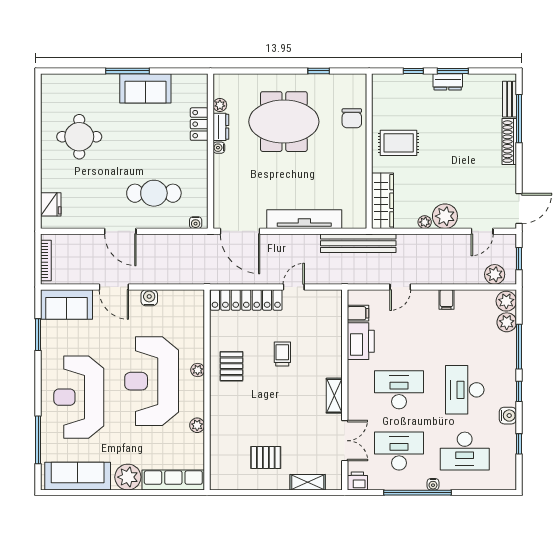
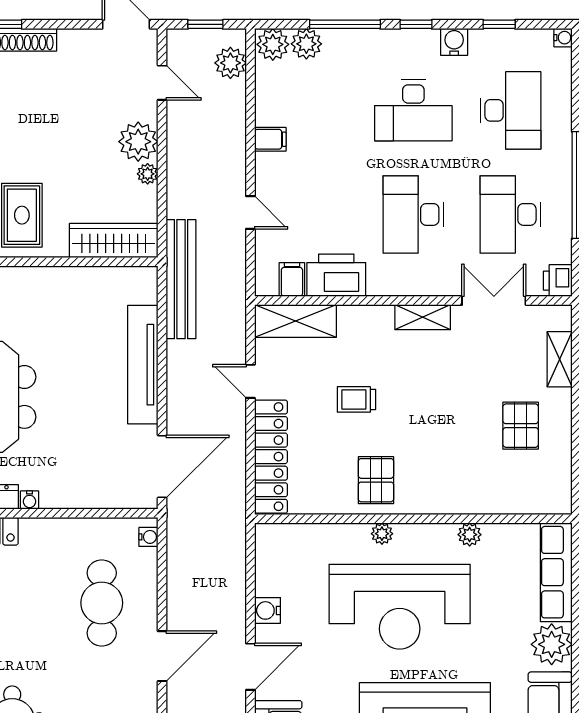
shelving: (332, 315) -> (295, 321), added
pallet: (231, 366) -> (376, 480), turned 90
water cooler: (433, 484) -> (563, 38), moved

